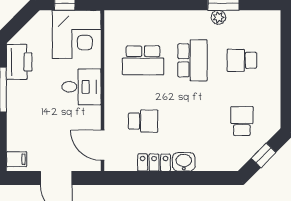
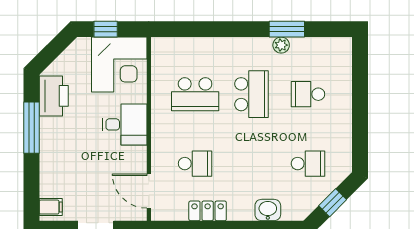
school desk: (242, 121) -> (308, 164), turned 90
washbasin: (184, 162) -> (268, 210), moved

